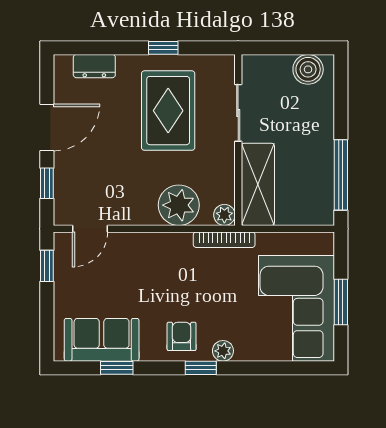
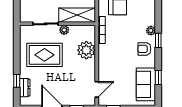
window: (163, 48) -> (17, 81), moved
plant: (224, 215) -> (64, 30), moved
door: (90, 229) -> (97, 89), hinge flipped

